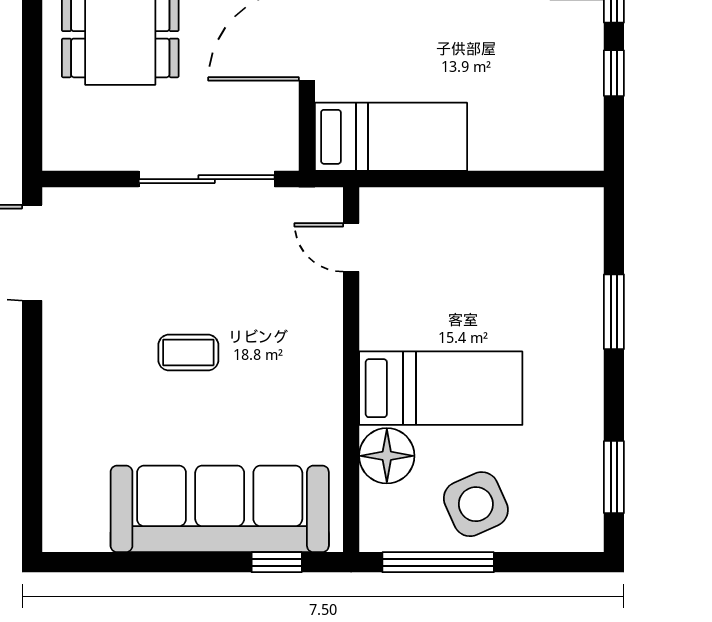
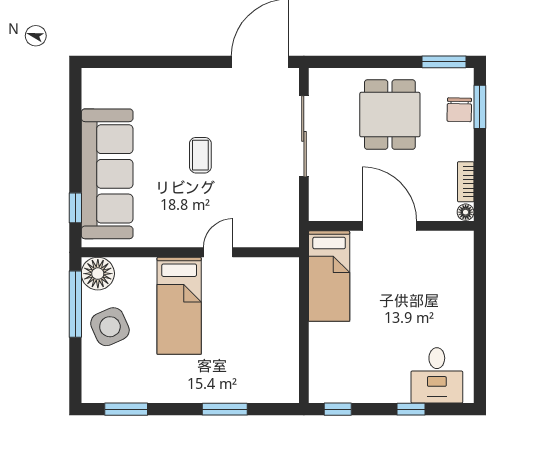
window: (614, 73) -> (338, 409), moved
sliding door: (207, 179) -> (304, 136), moved
door: (351, 247) -> (218, 252), moved
floor lamp: (387, 456) -> (98, 274), moved

